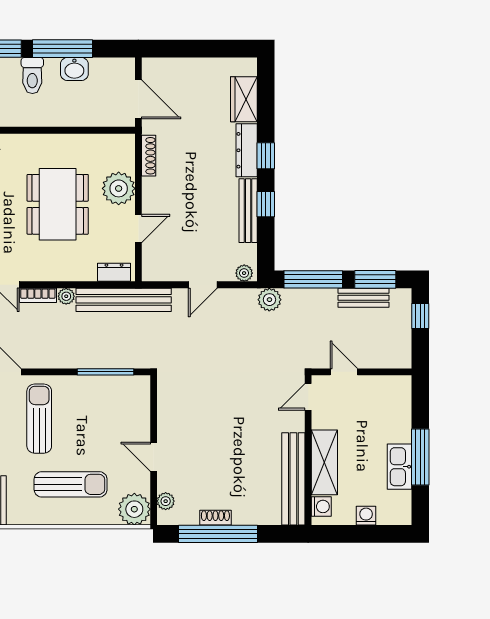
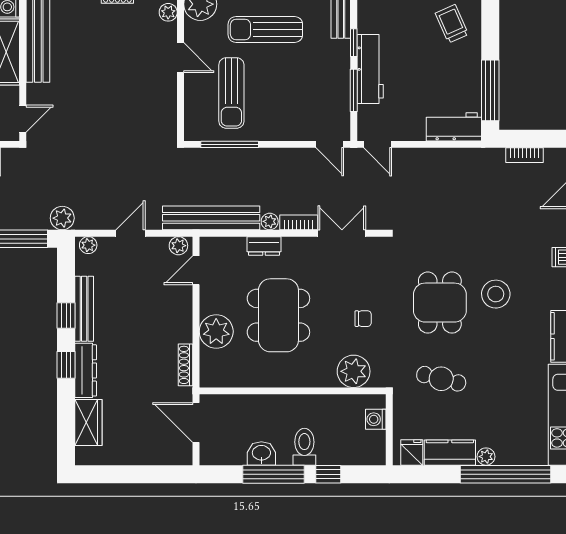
door: (138, 228) -> (196, 270), moved
dresser: (114, 272) -> (264, 246), moved
plant: (156, 273) -> (178, 246), added
sun lounger: (39, 419) -> (231, 93), moved

